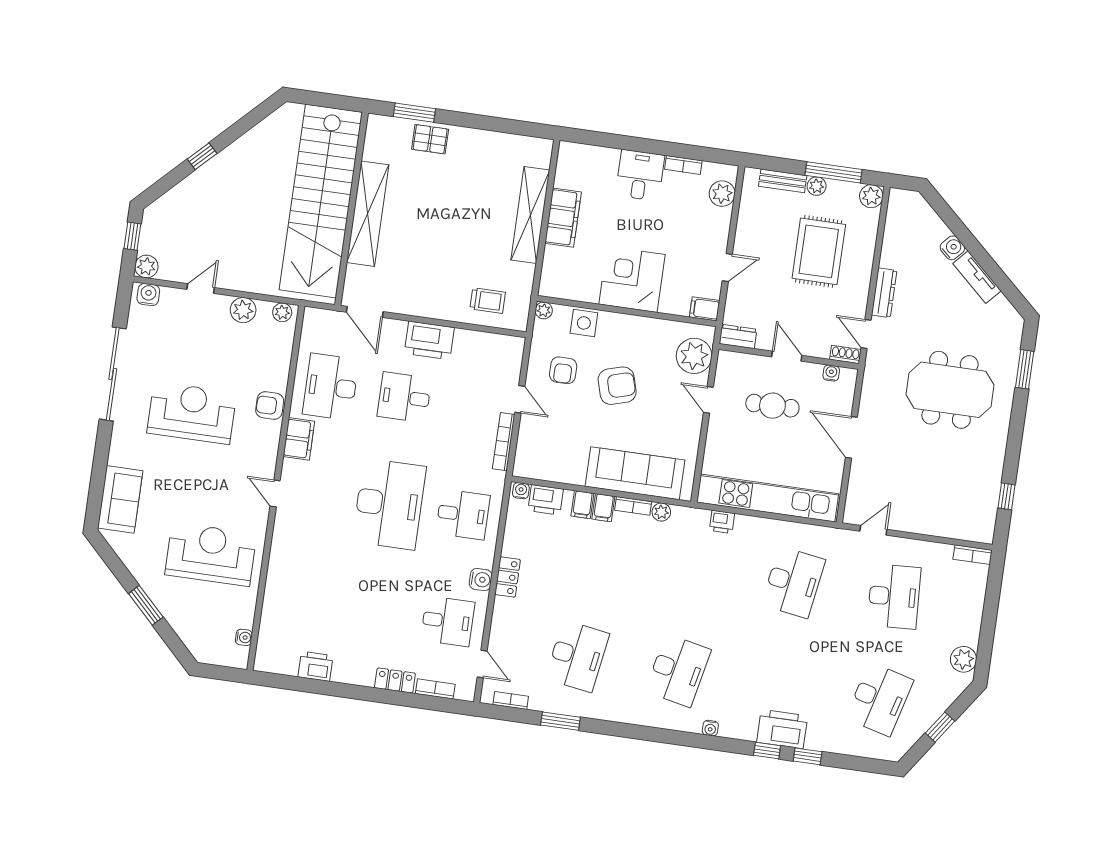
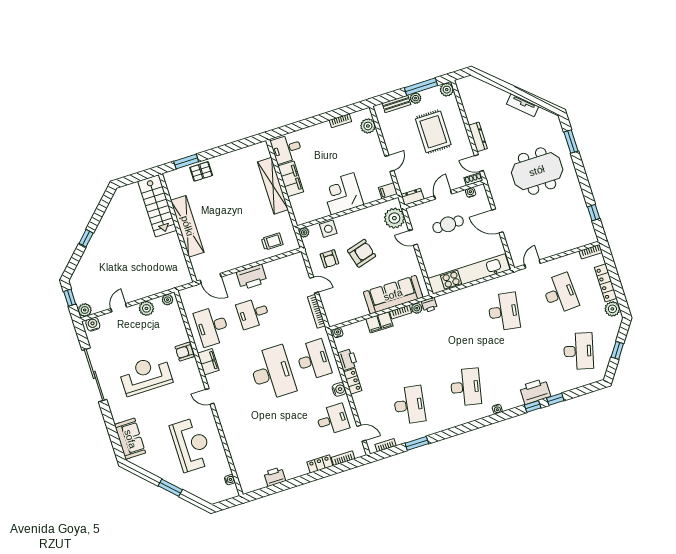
desk: (640, 175) -> (287, 149), moved, turned -90
stairs: (321, 201) -> (157, 206), width x0.54, depth x0.66
water cooler: (952, 248) -> (502, 96), removed
door: (787, 356) -> (443, 195), hinge flipped
printer: (546, 500) -> (348, 360), moved, turned -90
desk: (463, 515) -> (313, 360), width x1.37
printer: (722, 522) -> (429, 305), moved
reception desk: (211, 554) -> (191, 445), turned 90
locker: (973, 614) -> (606, 283), added

